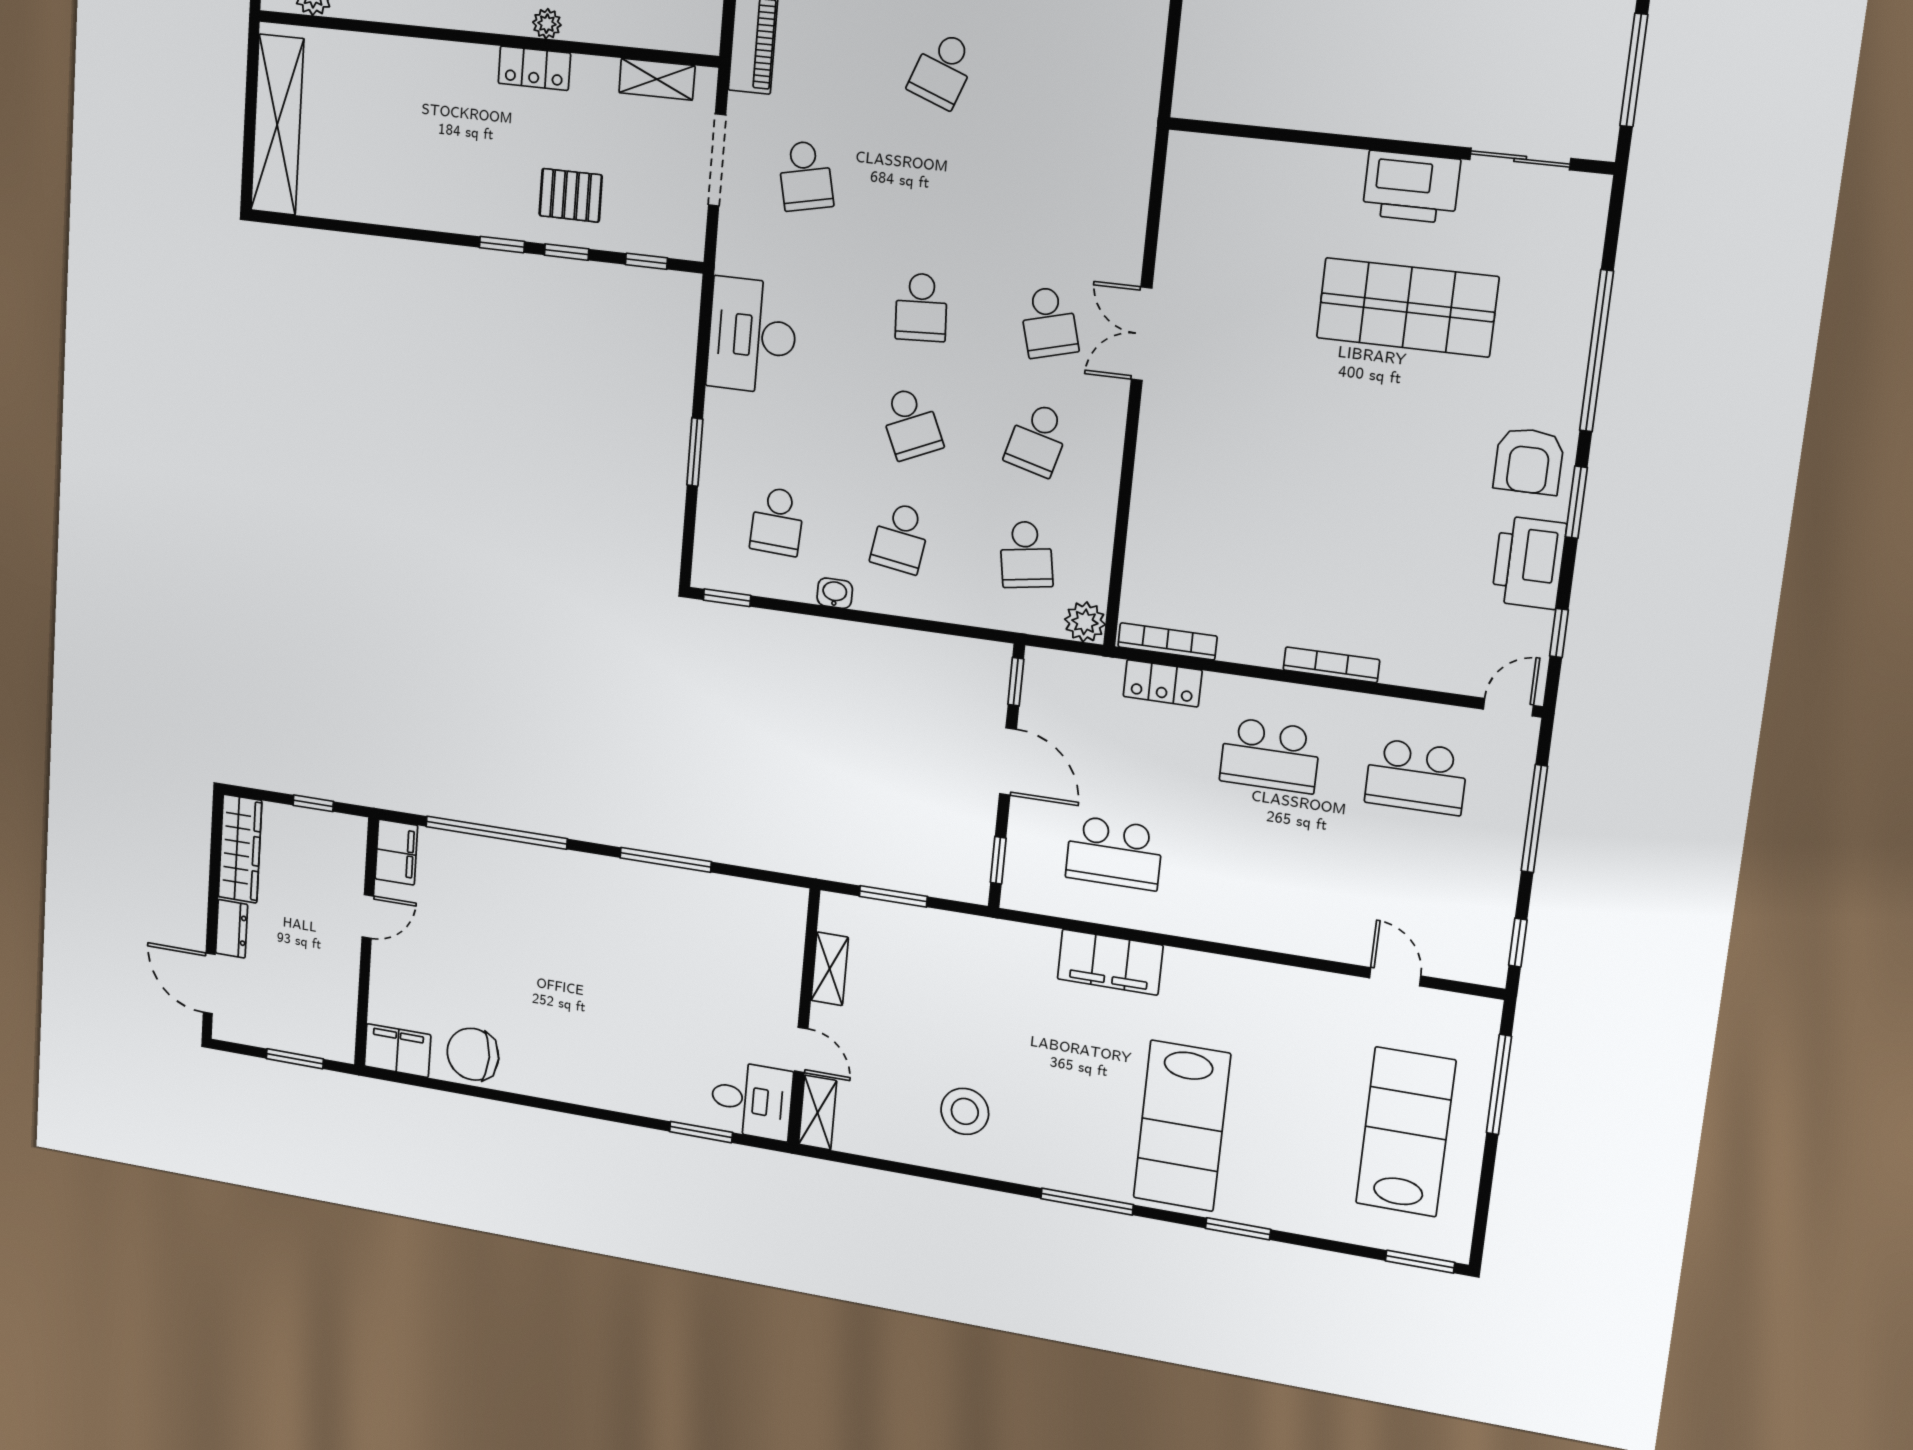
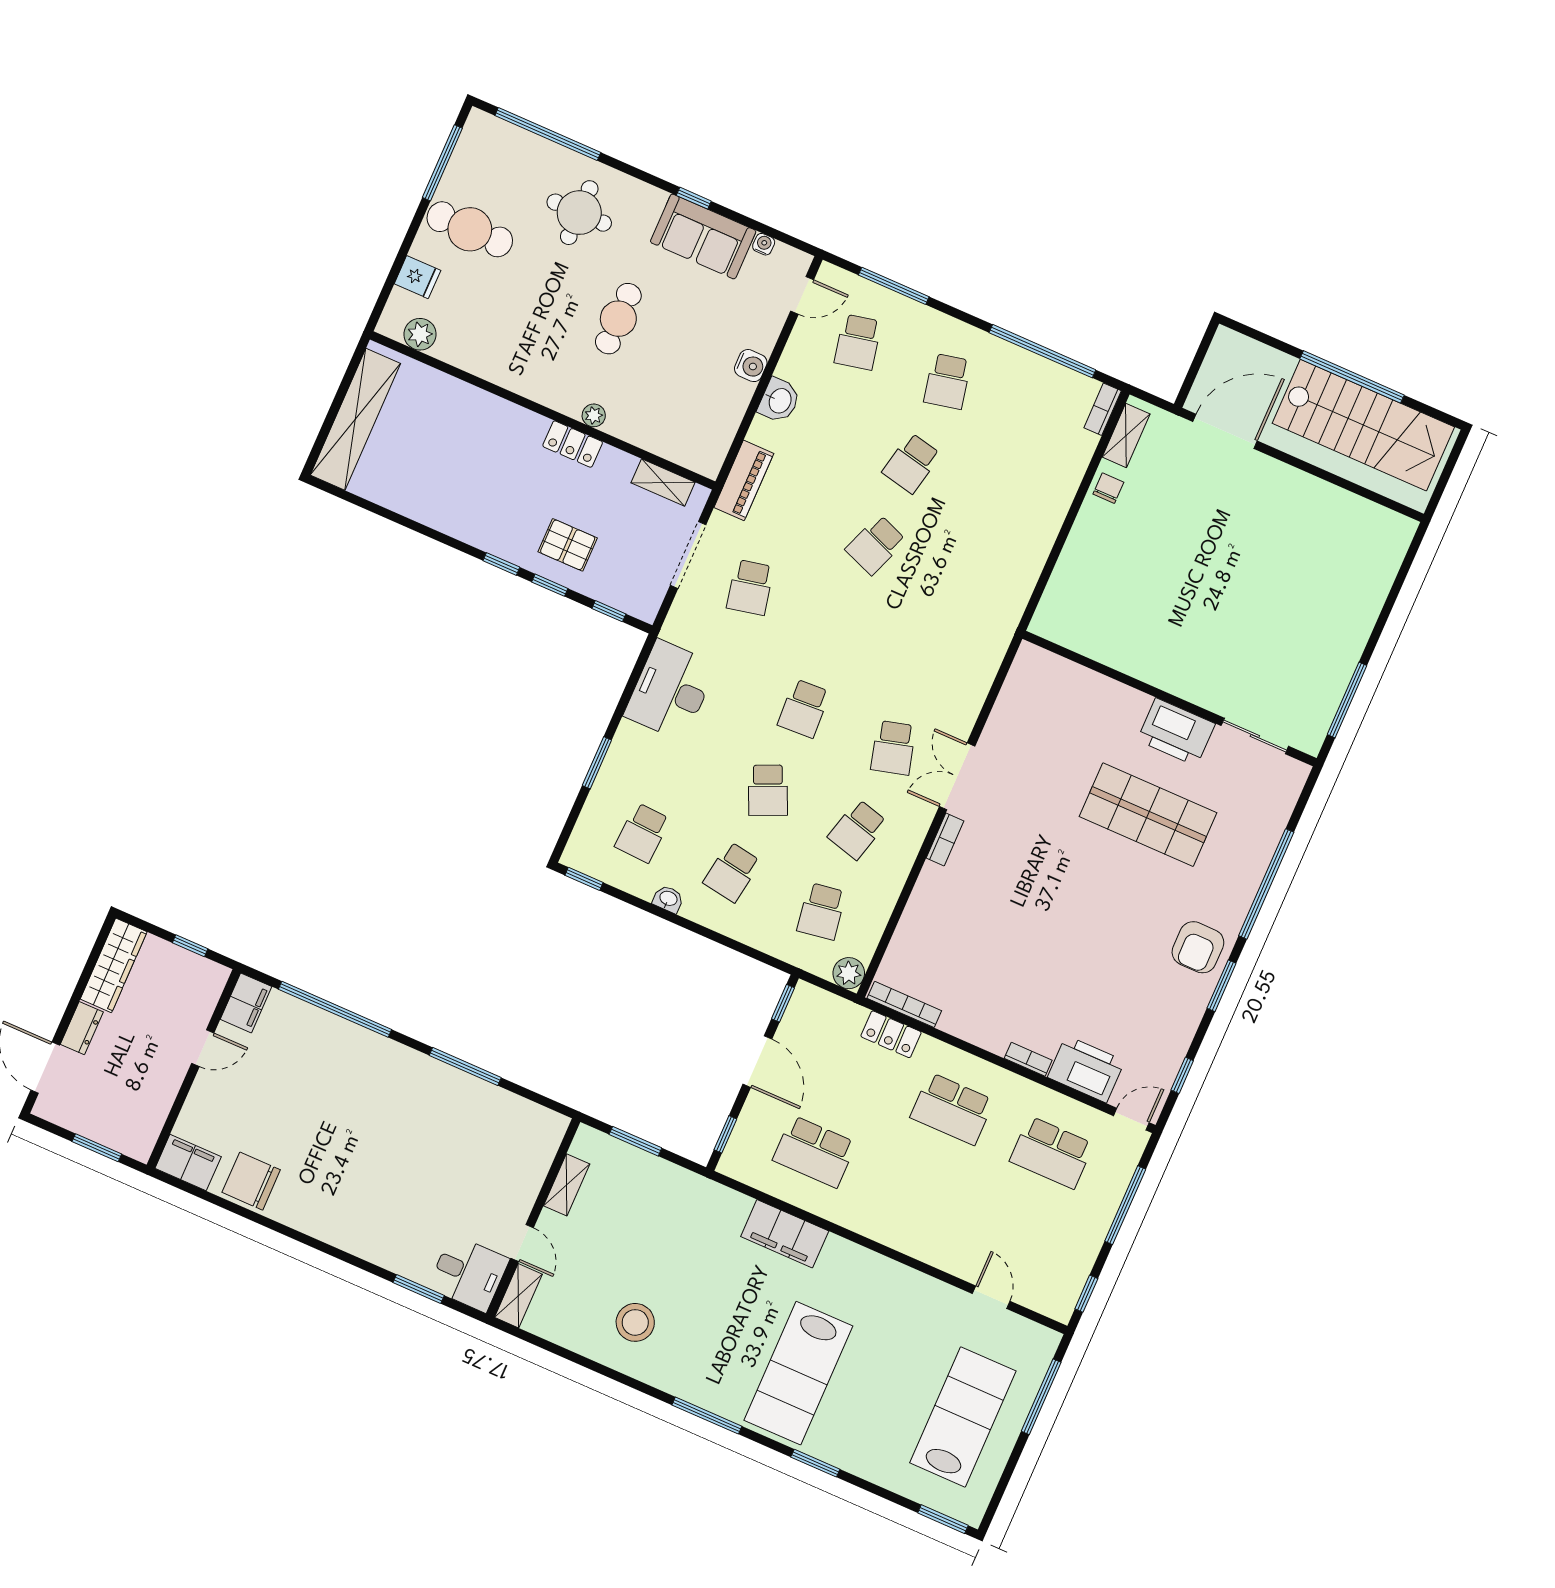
bookcase: (1152, 419) -> (945, 839), added
printer: (1529, 563) -> (1086, 1069), moved, turned 90
bookcase: (1331, 665) -> (1028, 1059), width x0.64

